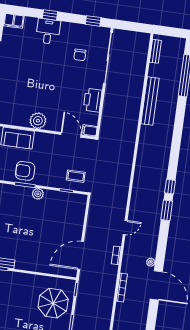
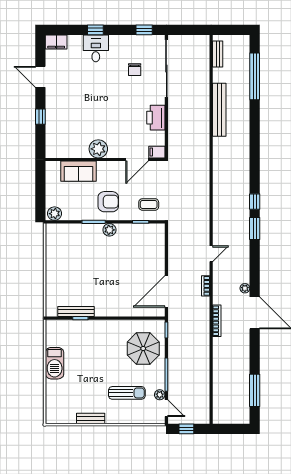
door: (71, 135) -> (137, 160), swing flipped
armchair: (25, 171) -> (108, 202), moved, turned 180

